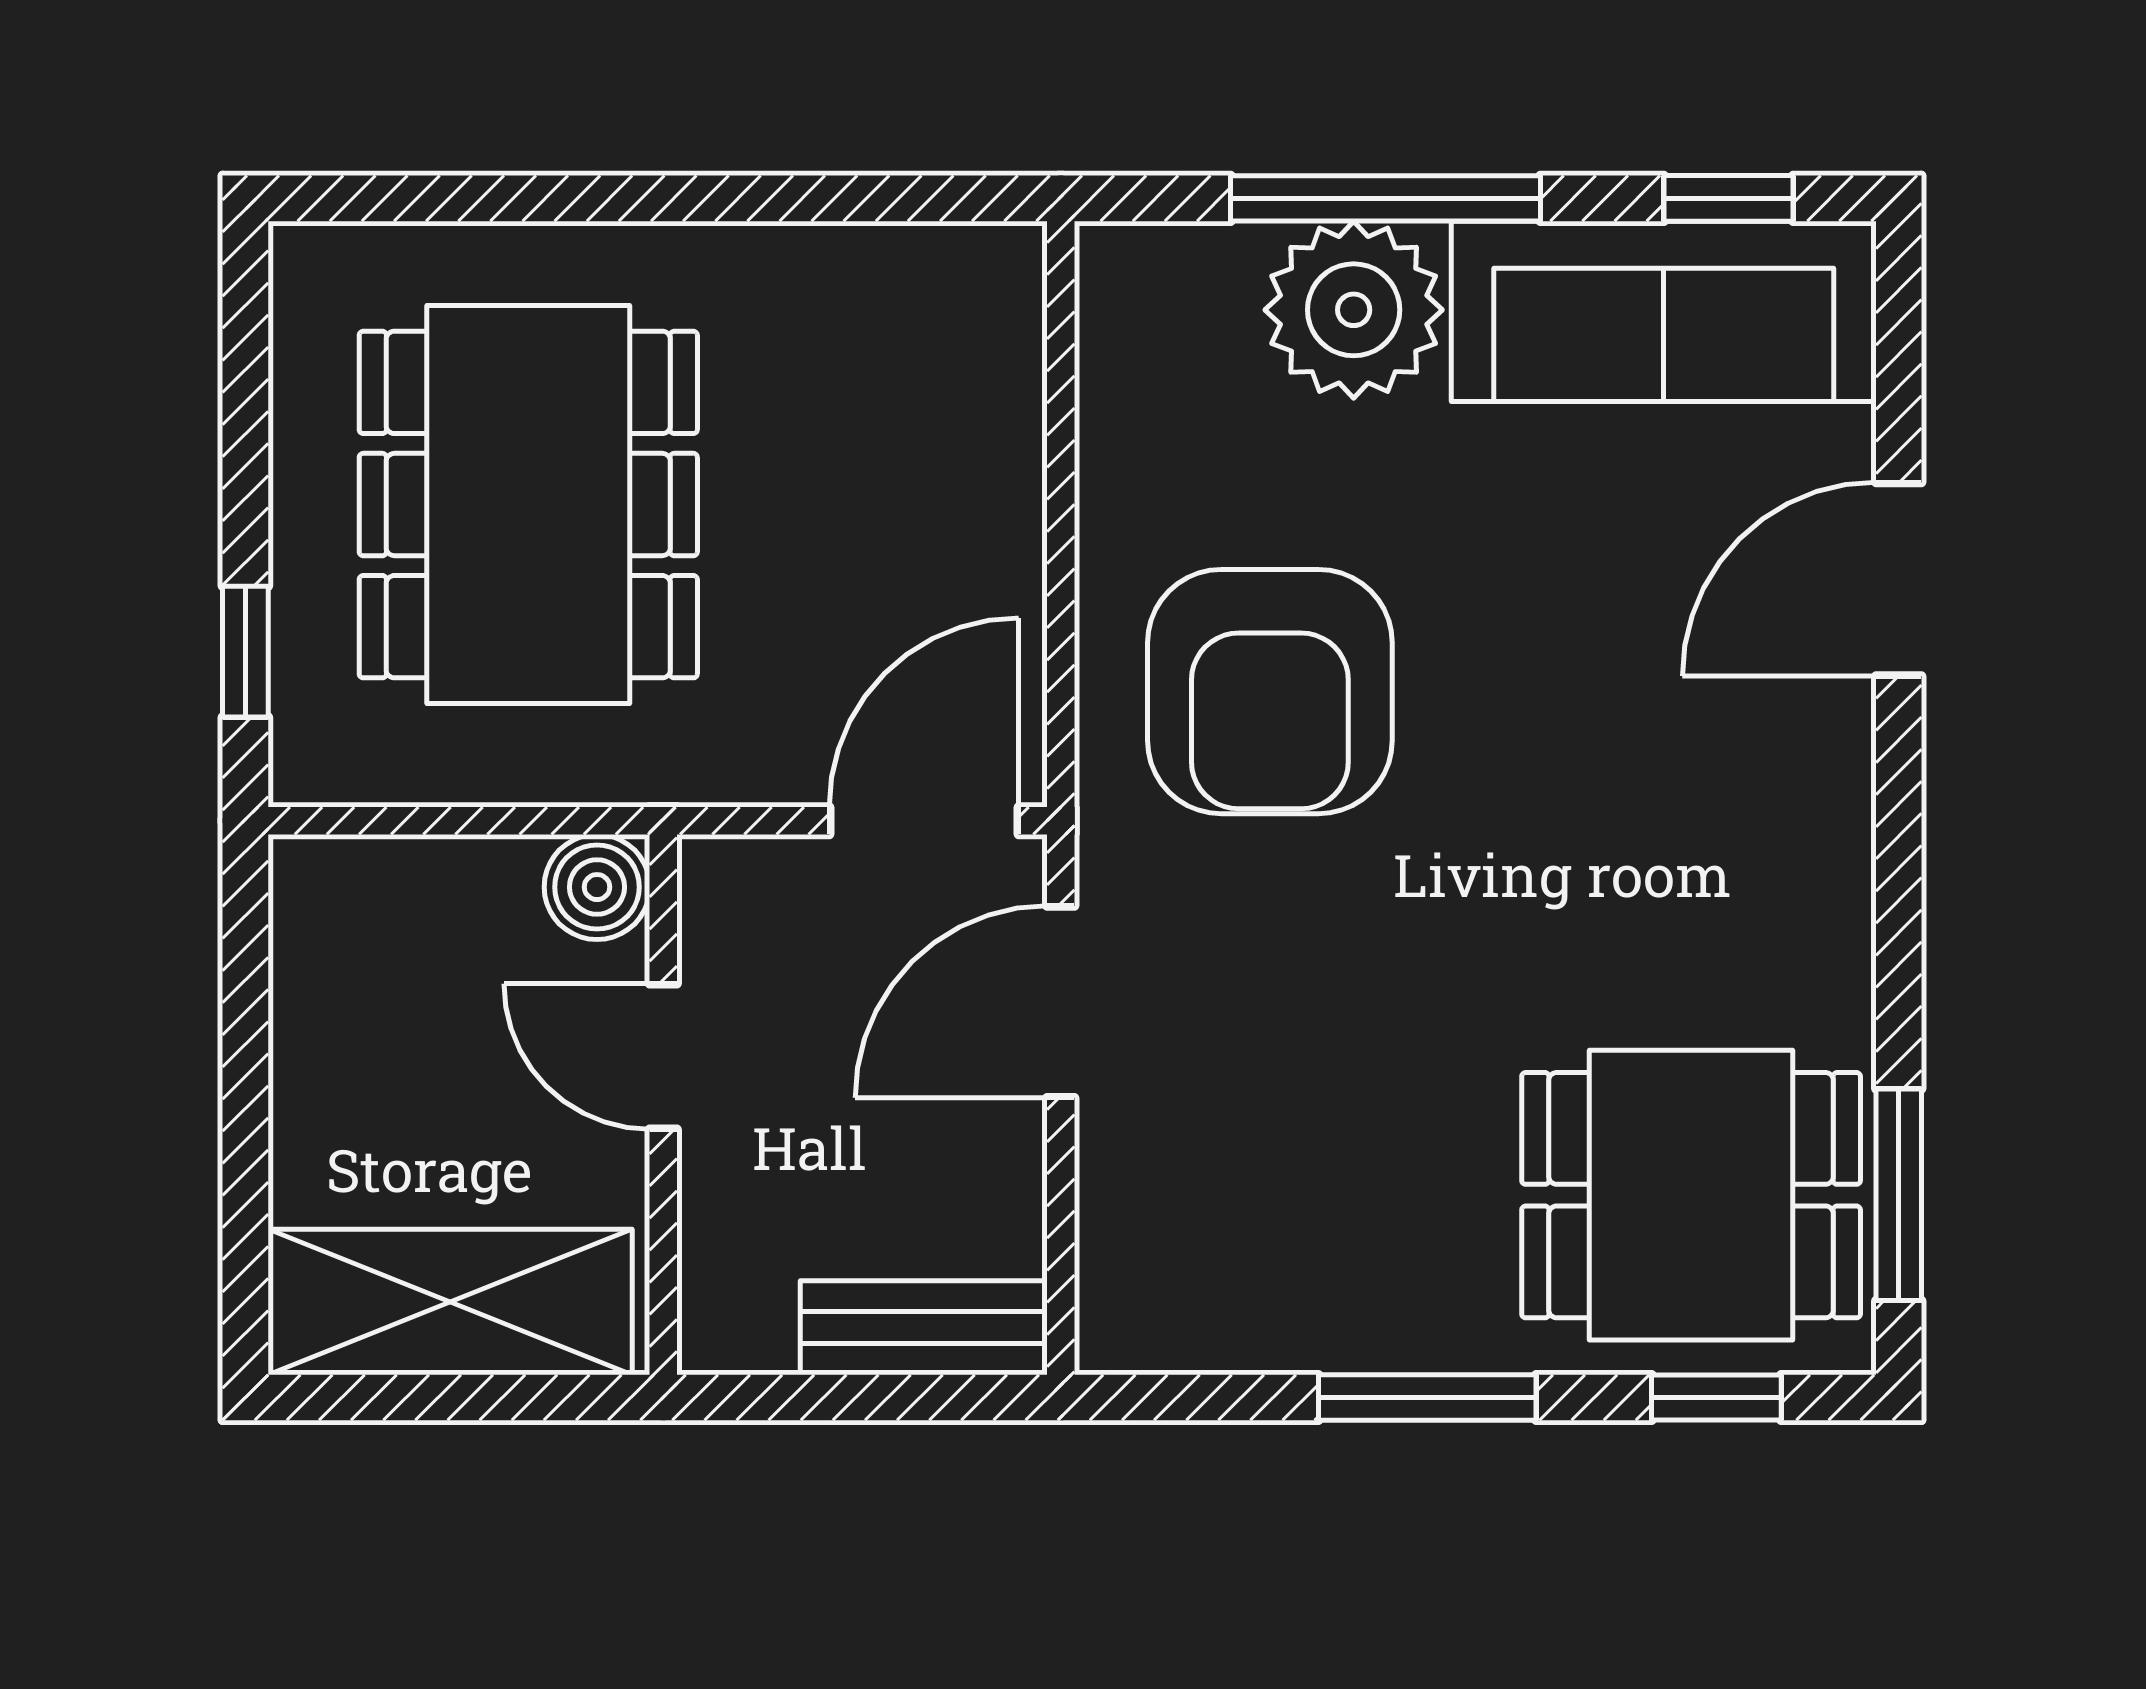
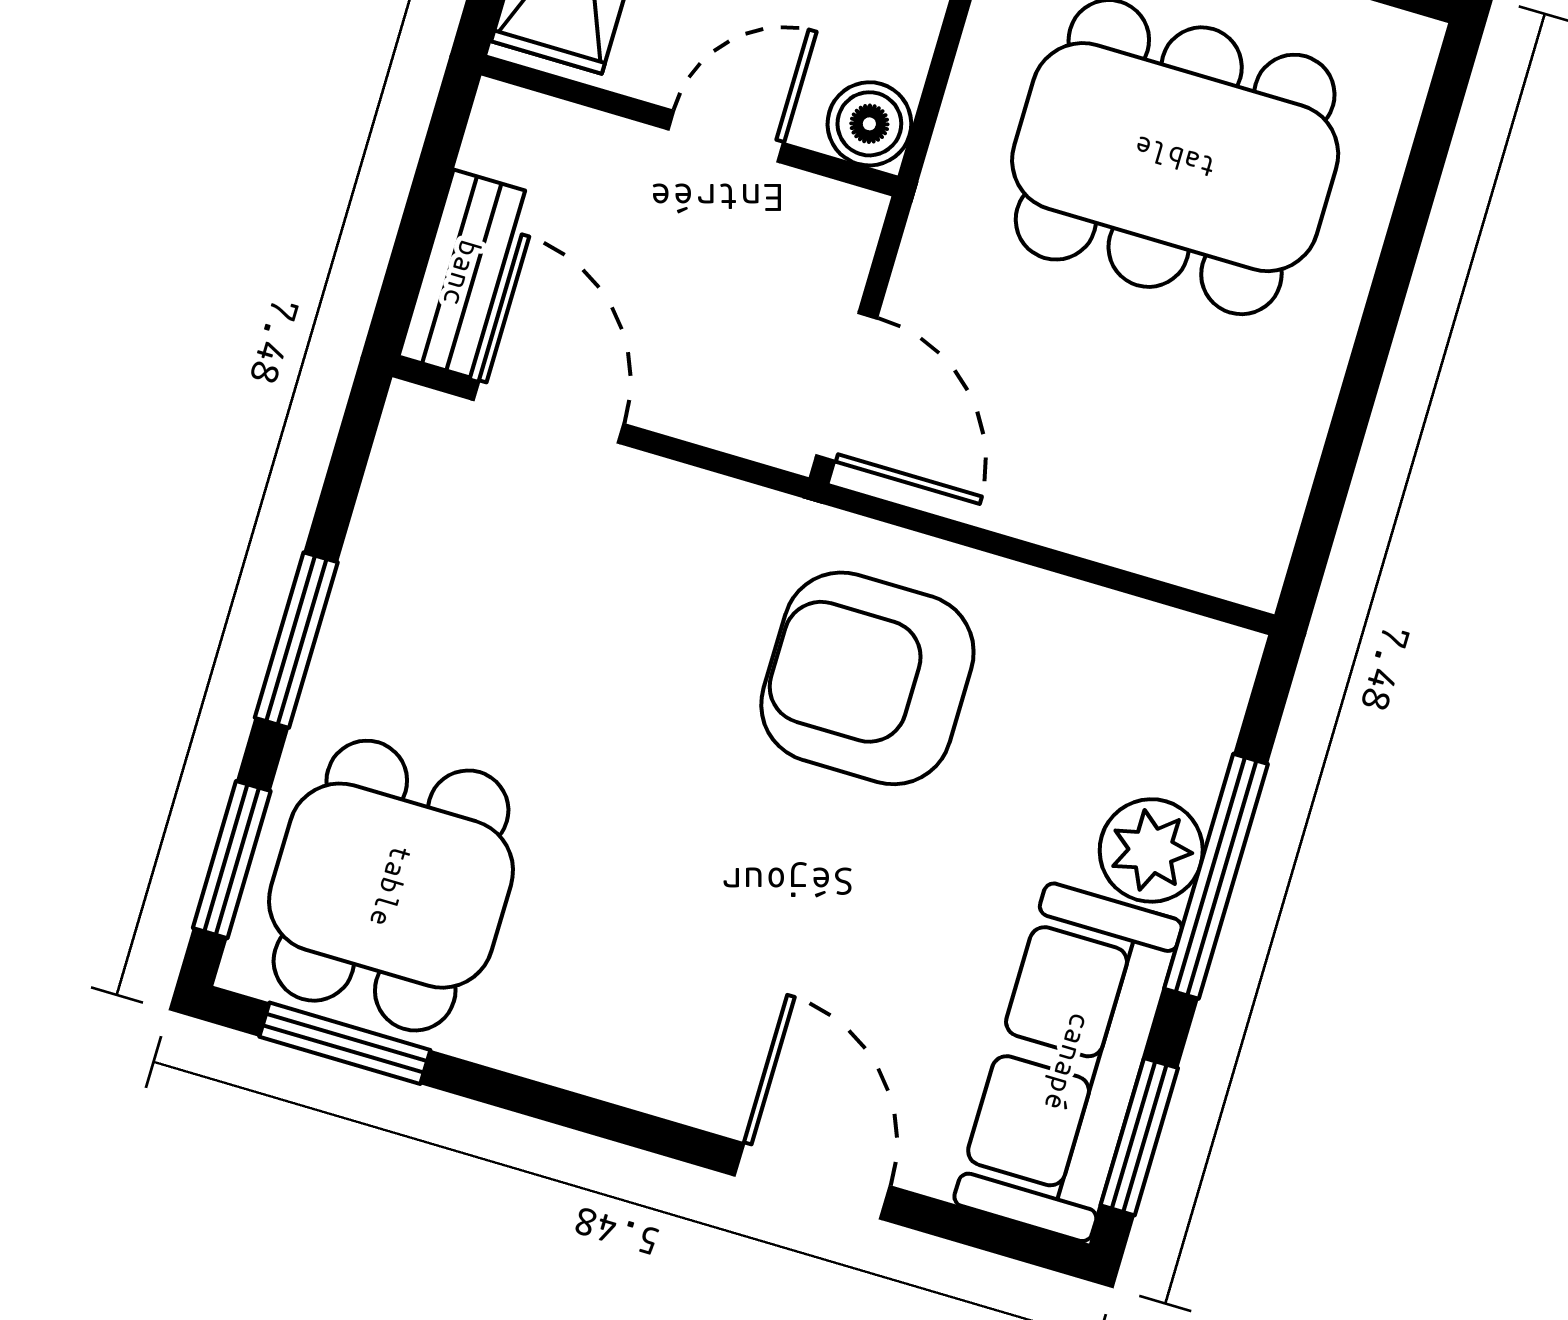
window: (1728, 198) -> (1139, 1137), width x1.50
plant: (1354, 310) -> (1151, 850), width x0.73, depth x0.73
door: (1061, 1002) -> (549, 412), moved
window: (1716, 1398) -> (232, 860), width x1.50

